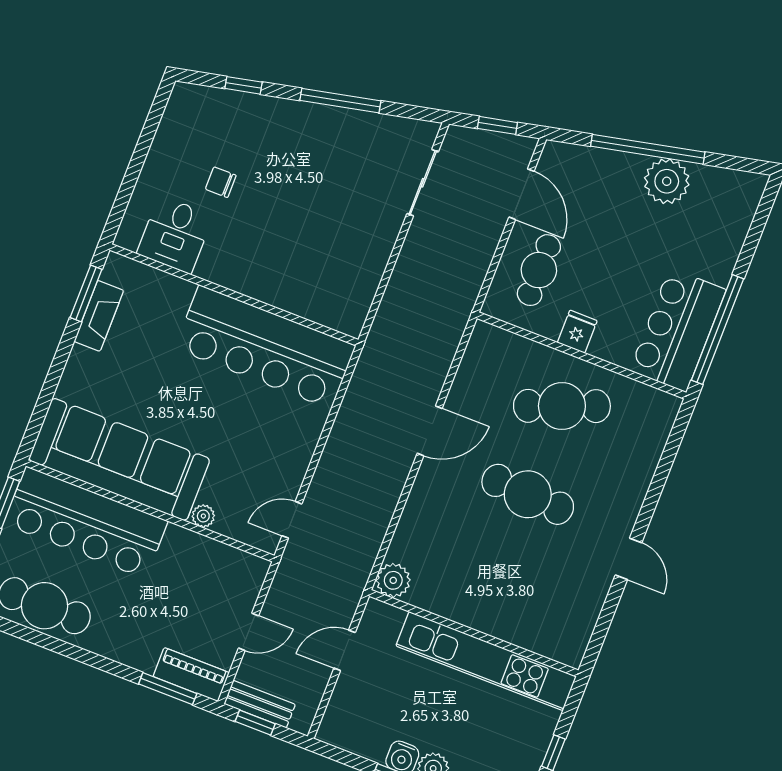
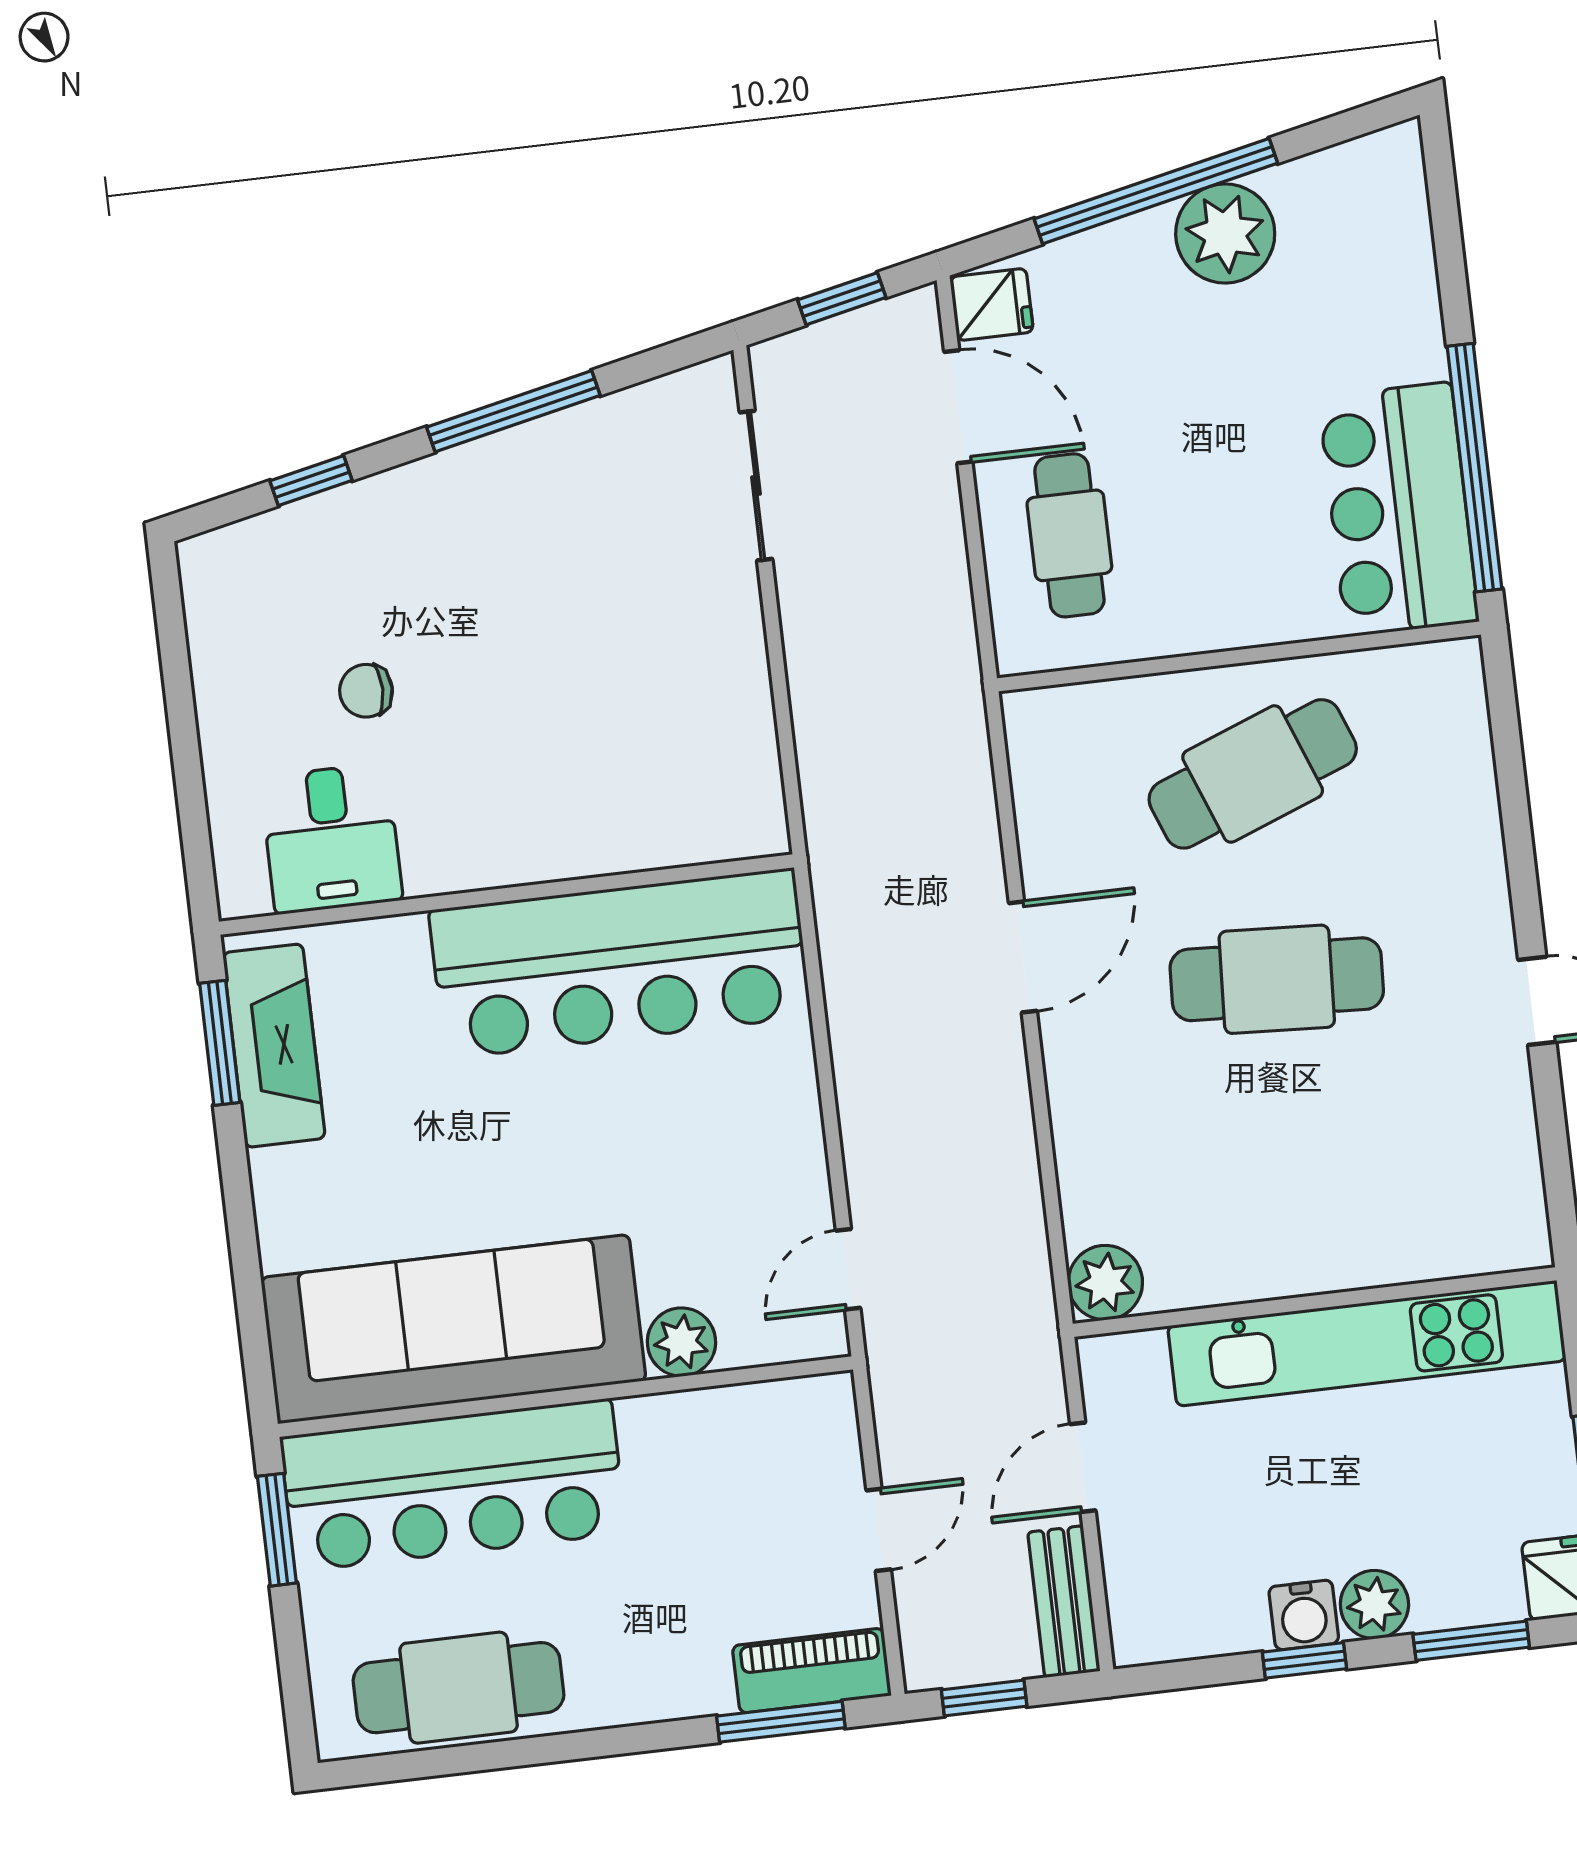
fireplace: (99, 316) -> (274, 1046), width x1.37, depth x1.32
fridge: (577, 332) -> (992, 304), moved, turned 90
plant: (203, 516) -> (681, 1342), width x1.38, depth x1.38
bench: (260, 704) -> (1064, 1602), moved, turned 90

